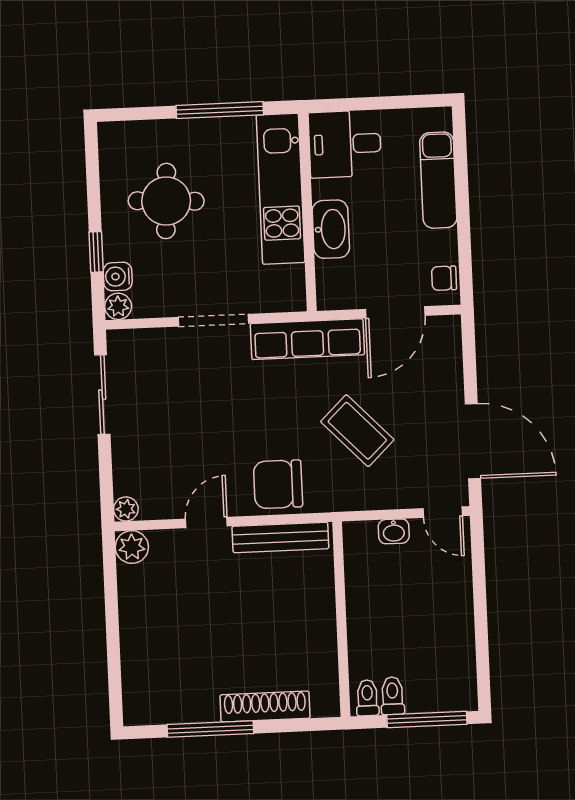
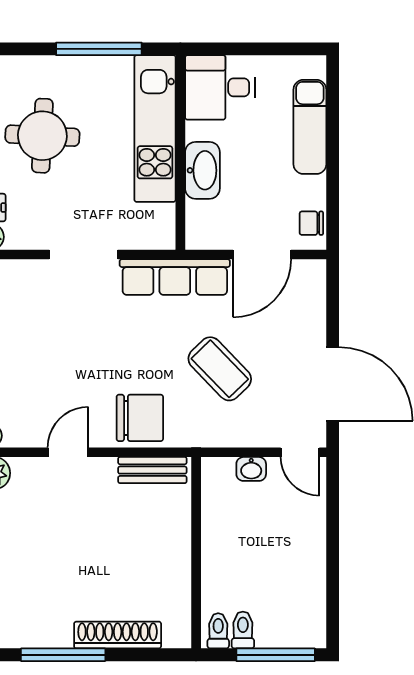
chair: (278, 484) -> (140, 418), turned 180
bench: (280, 537) -> (152, 470), width x0.73

